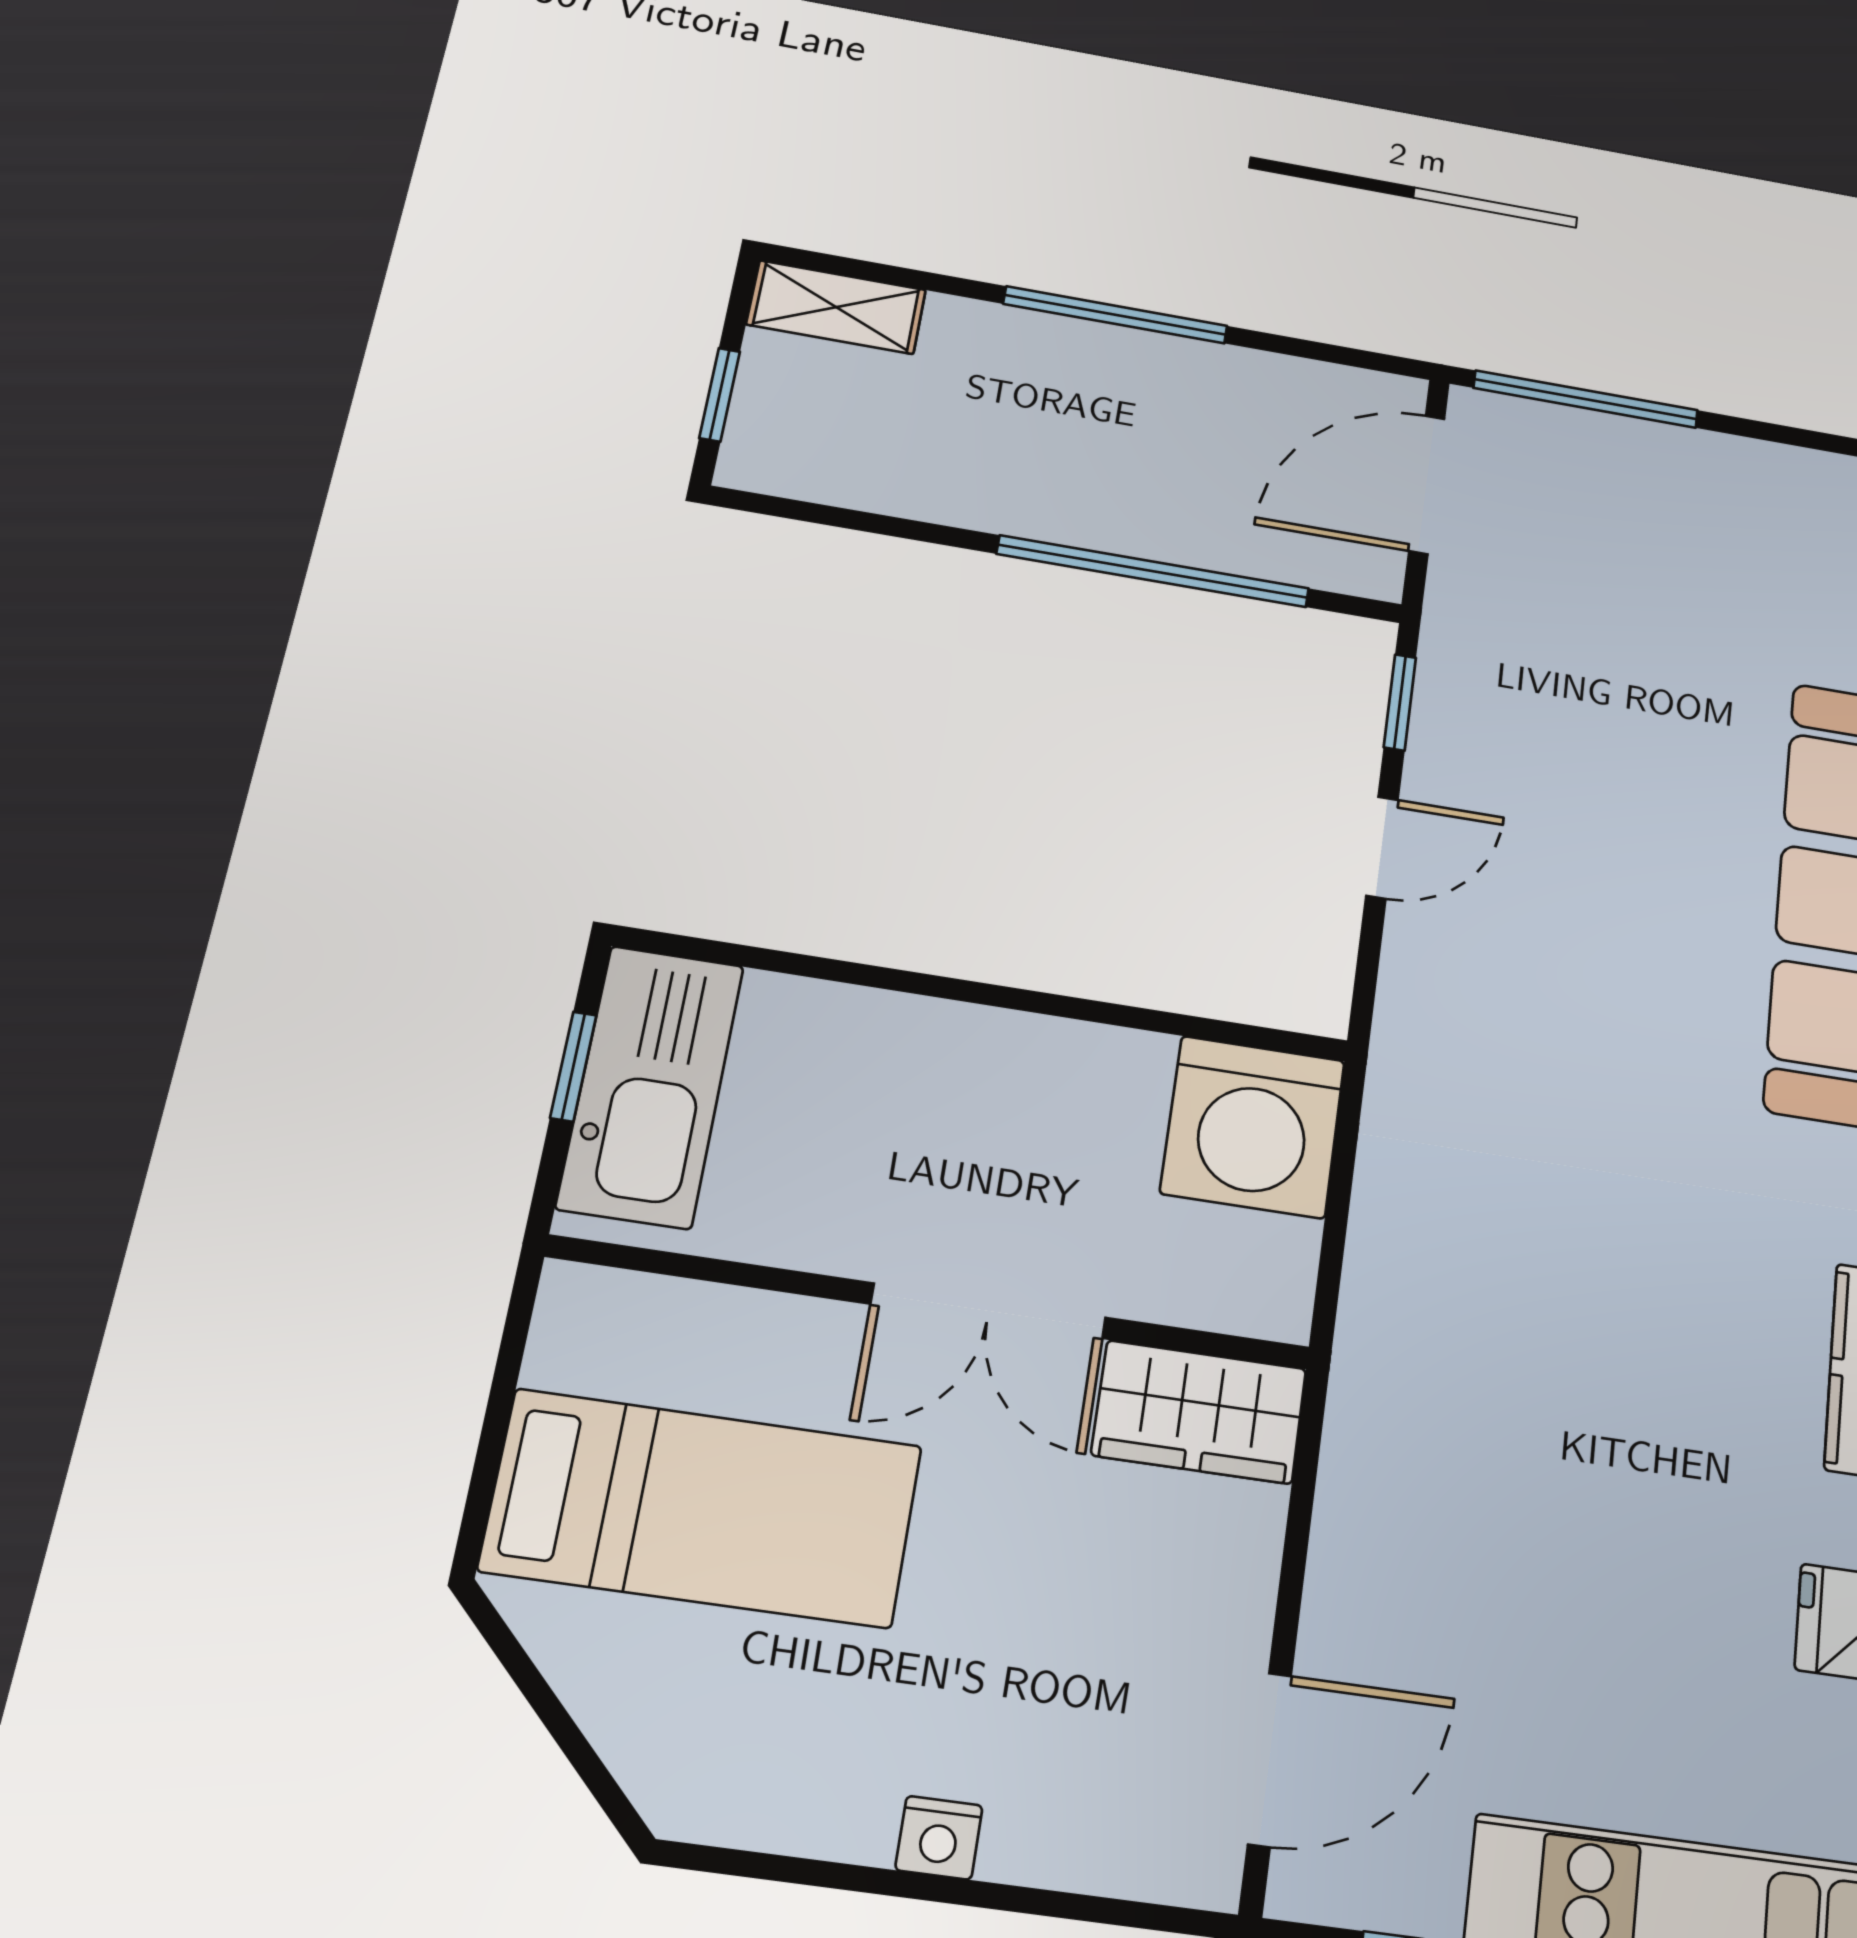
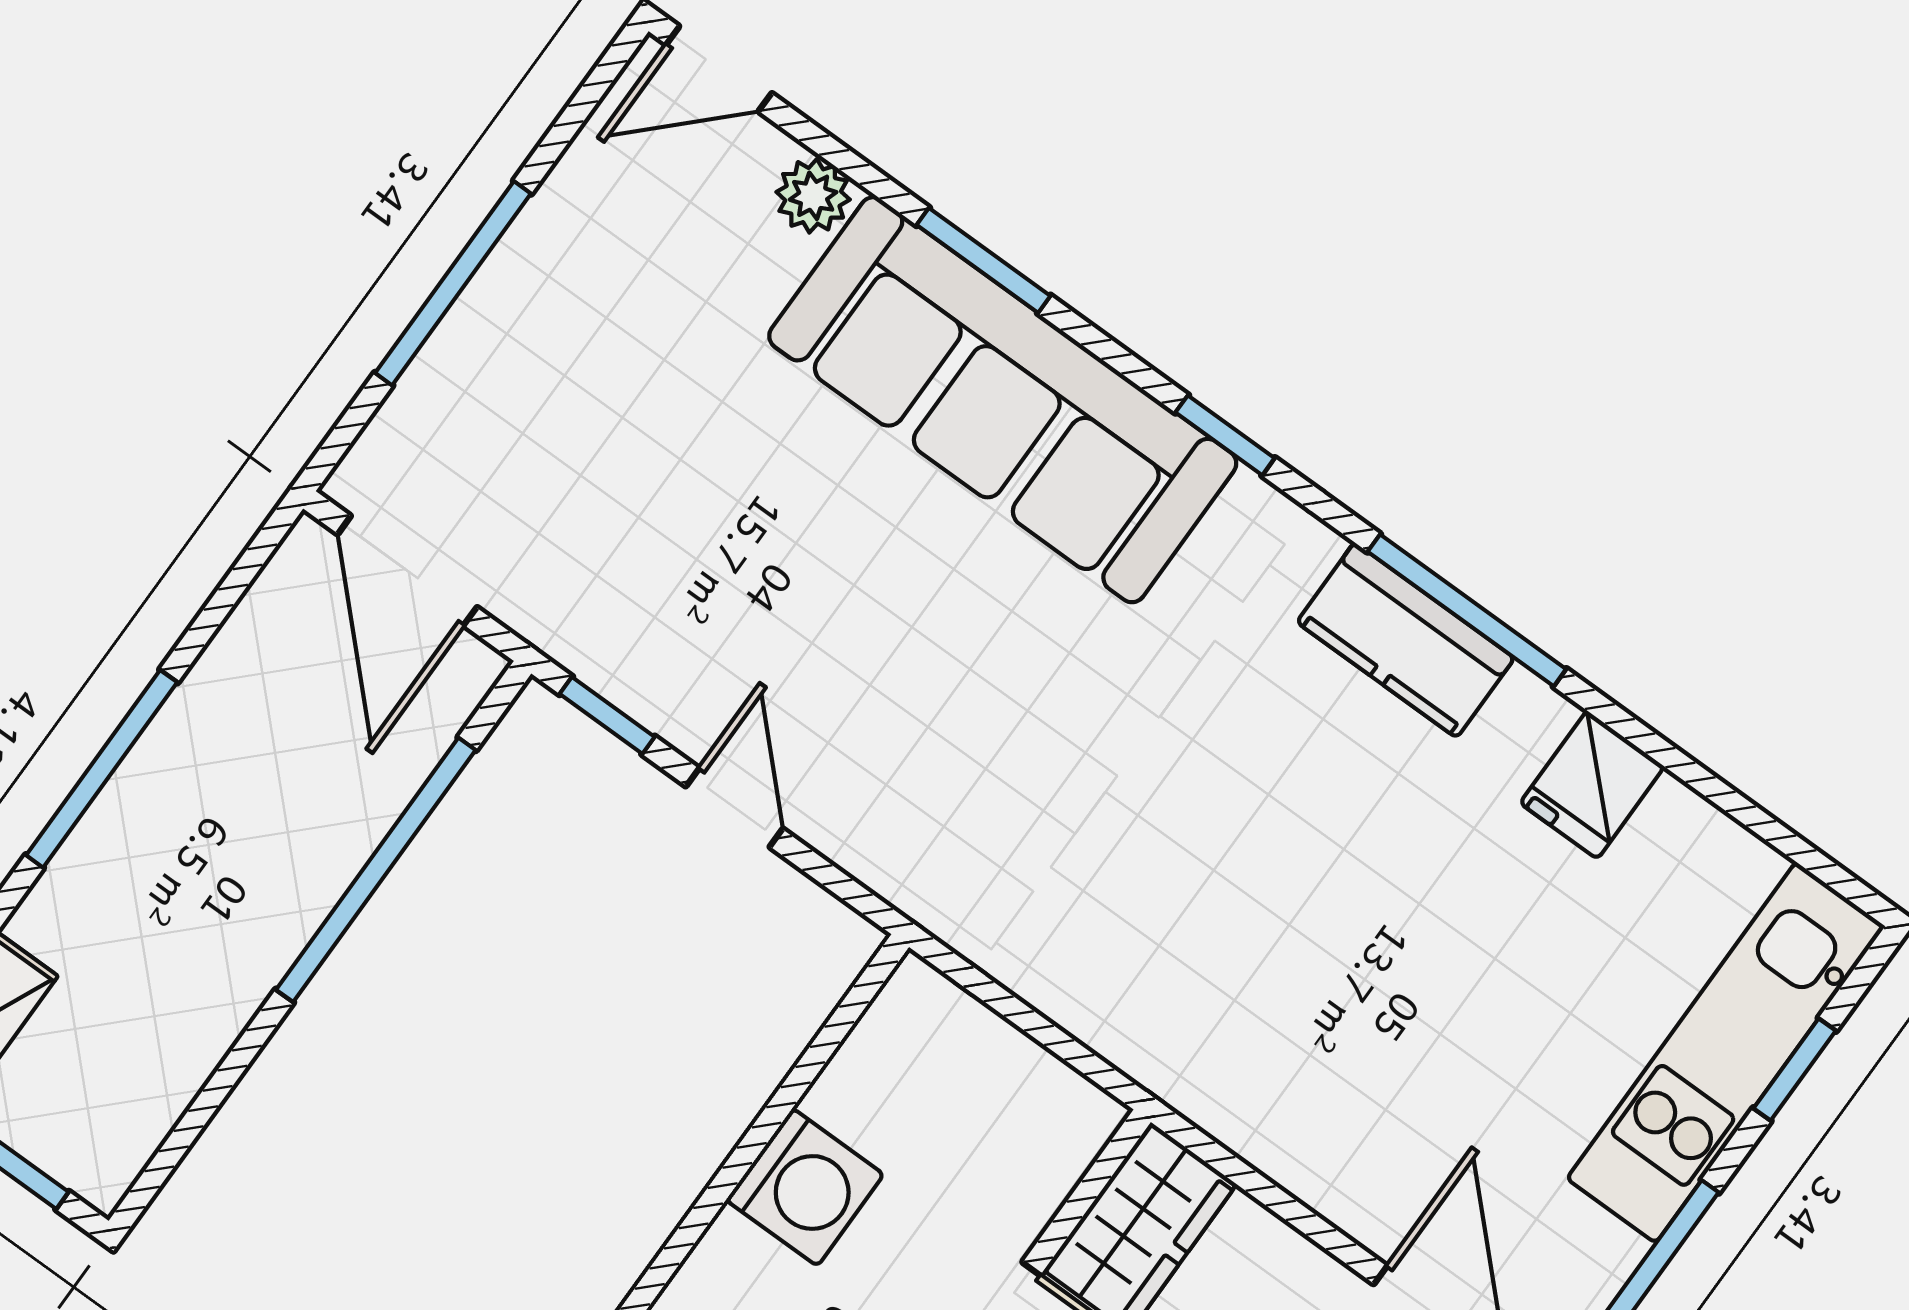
window: (1586, 399) -> (453, 283), moved
washing machine: (1253, 1127) -> (805, 1187), moved, width x0.73, depth x0.73

